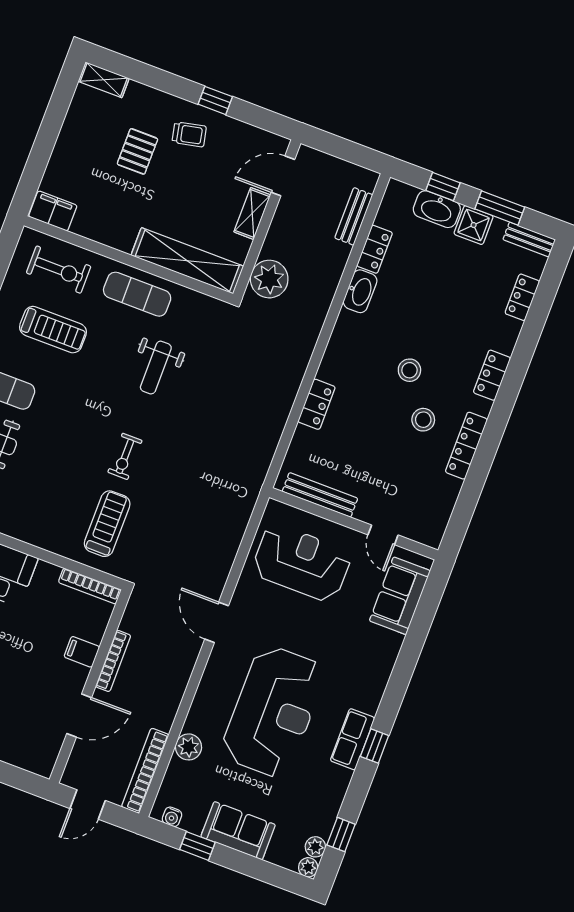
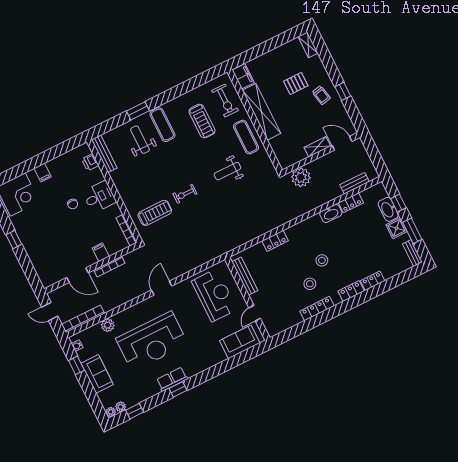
shelving: (187, 261) -> (261, 112), moved
locker: (522, 297) -> (373, 281), moved

